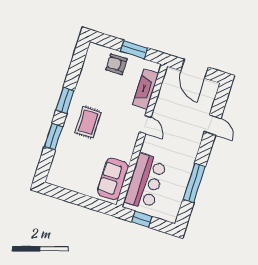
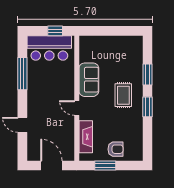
sofa: (113, 179) -> (89, 80), moved
bar counter: (145, 182) -> (49, 48), moved, turned -90

